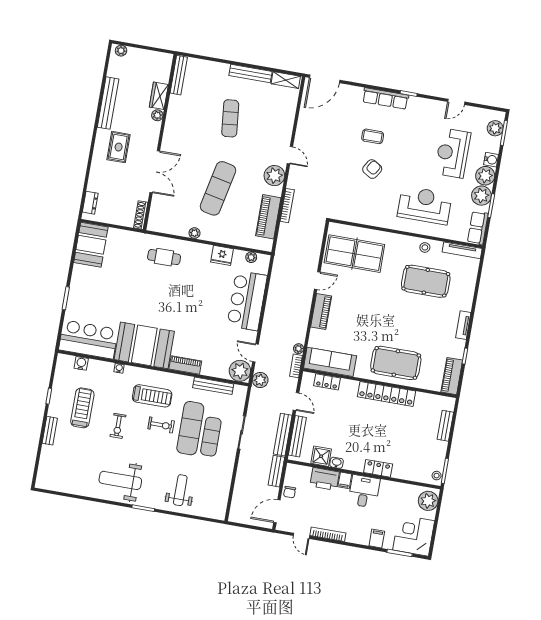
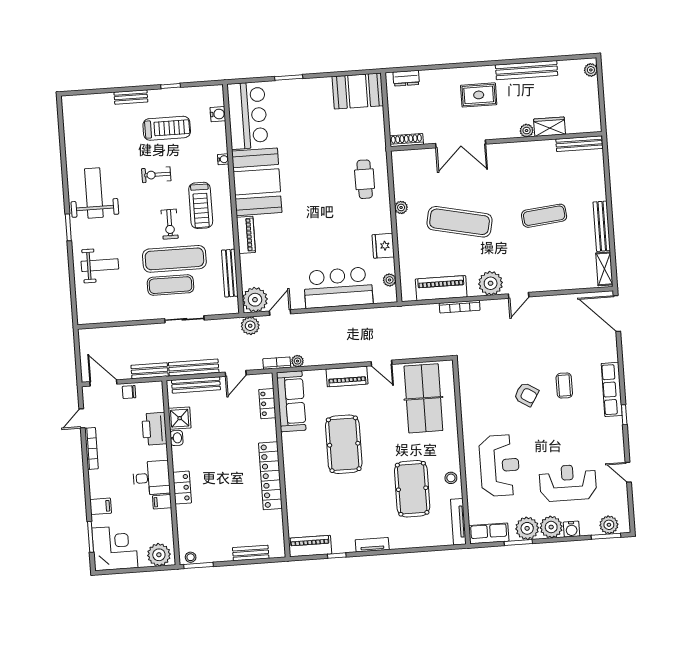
pool table: (396, 363) -> (344, 444), moved
filing cabinet: (345, 480) -> (162, 502), moved

